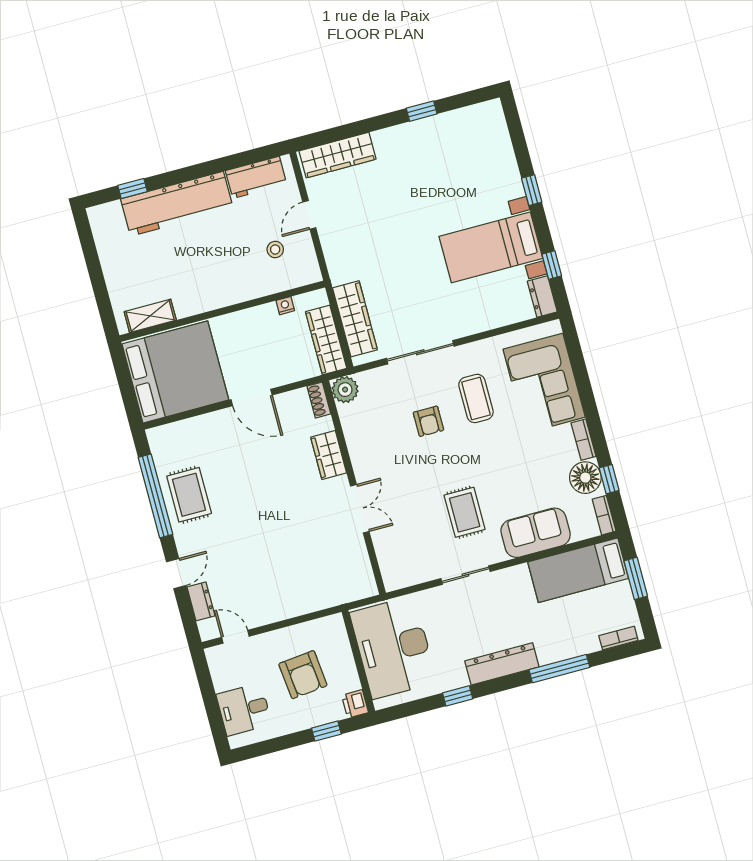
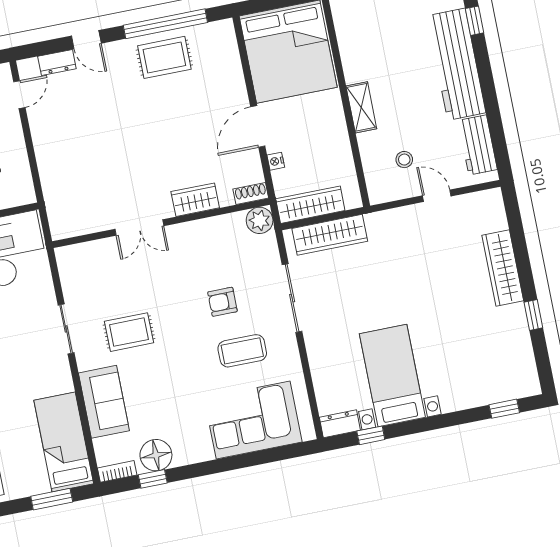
wardrobe: (338, 155) -> (503, 268), moved
window: (532, 190) -> (504, 409), moved
nightstand: (285, 306) -> (276, 161), moved, turned 180
shelving: (150, 316) -> (361, 107), moved
bookcase: (583, 440) -> (194, 456), removed

